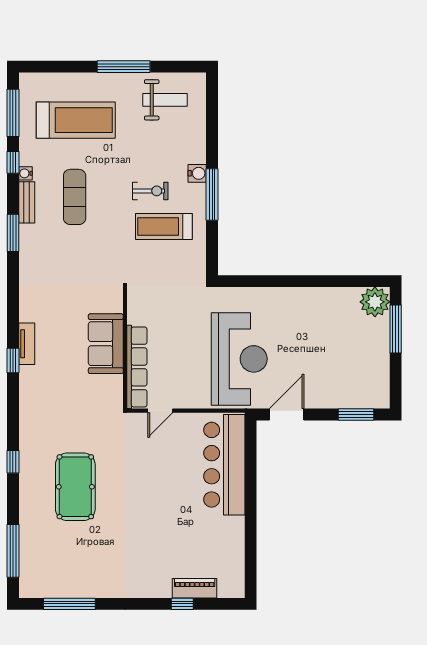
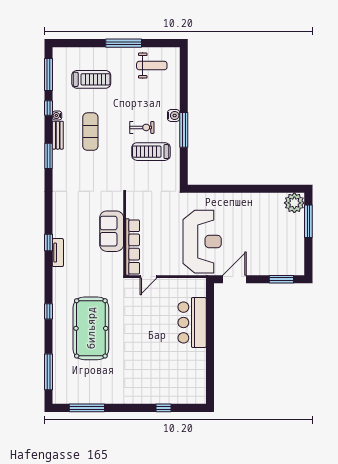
treadmill: (76, 120) -> (91, 79), width x0.73, depth x0.73
tv unit: (27, 344) -> (58, 253), moved
bar counter: (224, 465) -> (192, 322), width x0.73
pool table: (75, 487) -> (91, 328), width x1.36, depth x1.32
piano: (195, 588) -> (172, 397), removed

